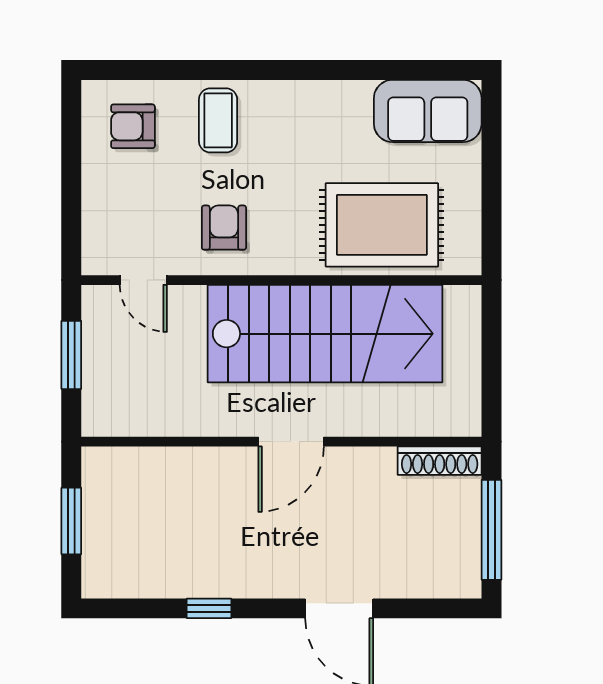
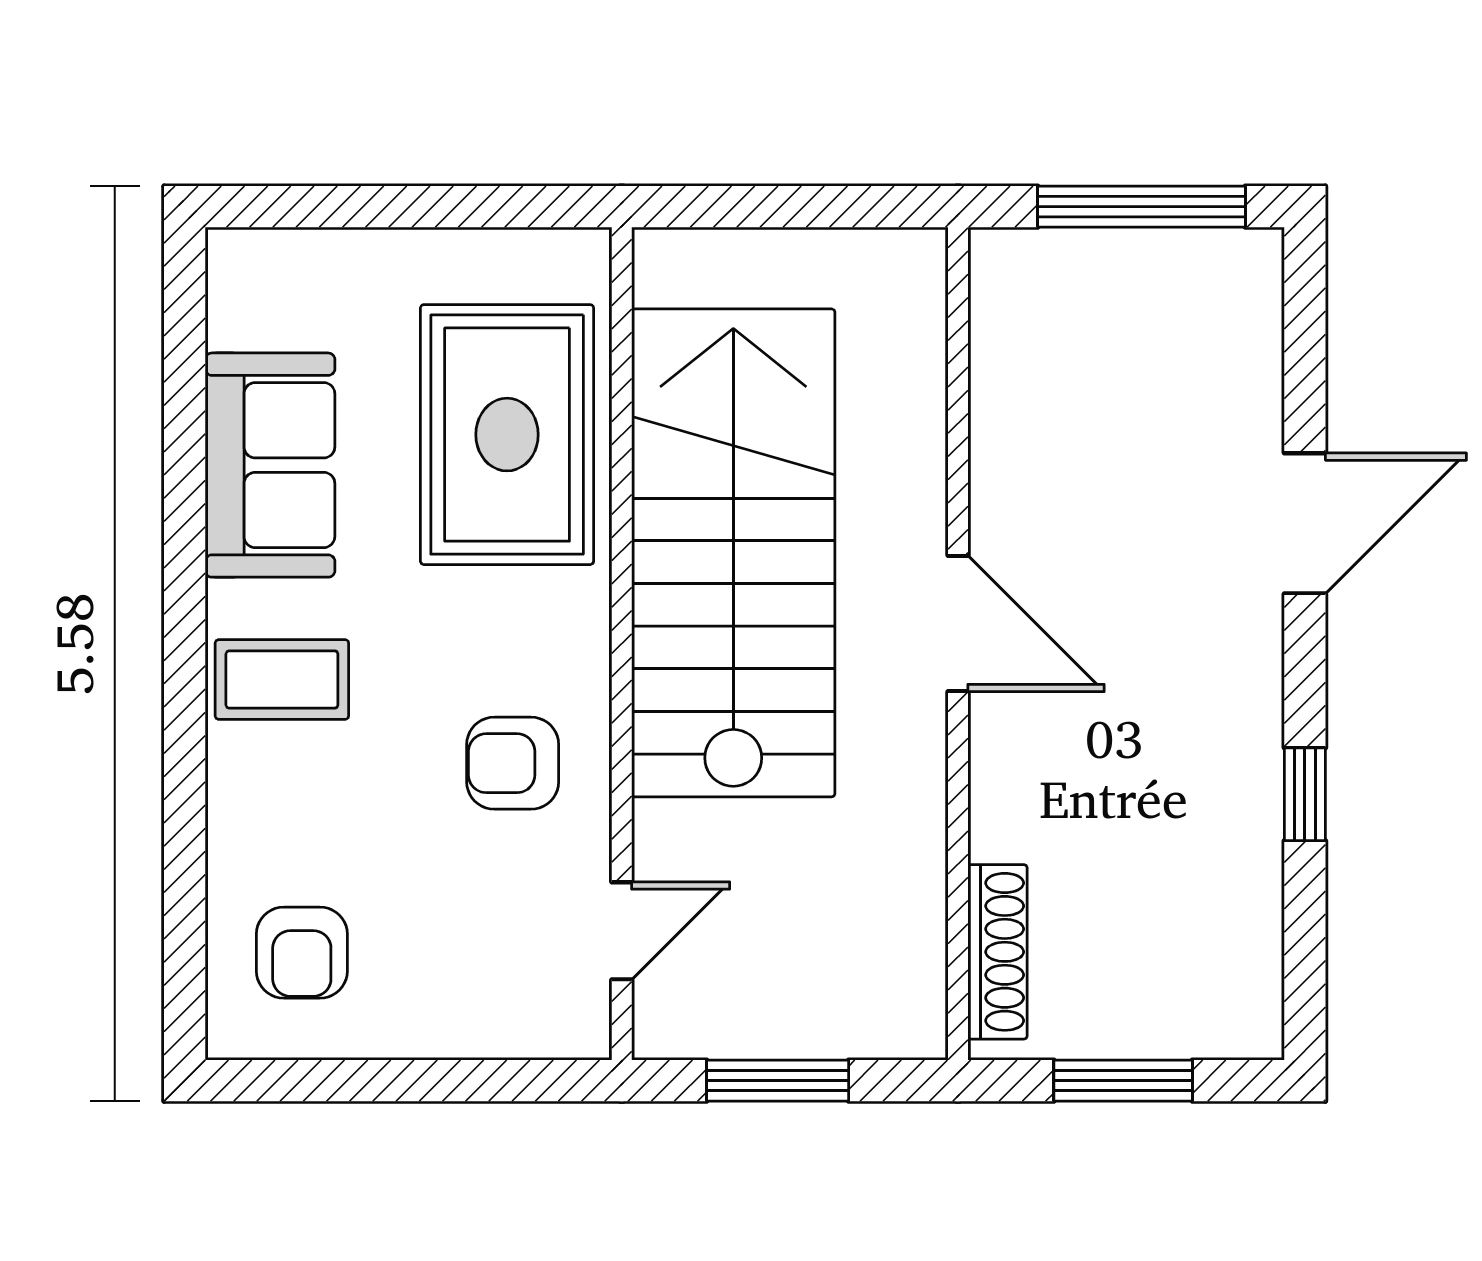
sofa: (428, 111) -> (270, 465), moved
coffee table: (218, 120) -> (282, 680), moved
shoe rack: (440, 461) -> (998, 952), moved

